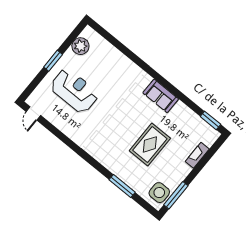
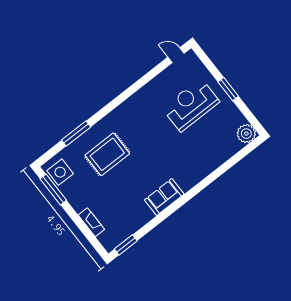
plant: (80, 46) -> (246, 134), moved
reception desk: (74, 91) -> (191, 105), turned 180
rug: (150, 144) -> (107, 154), moved, turned 90

